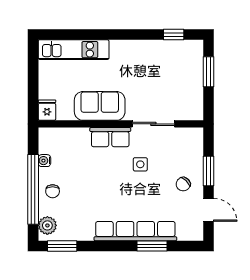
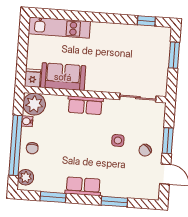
sofa: (100, 106) -> (63, 77), moved
sliding door: (153, 124) -> (138, 98), moved
plant: (51, 140) -> (34, 104), added
side table: (140, 164) -> (118, 140), moved
row of seats: (135, 231) -> (83, 186), width x0.50
window: (62, 246) -> (53, 197), moved

